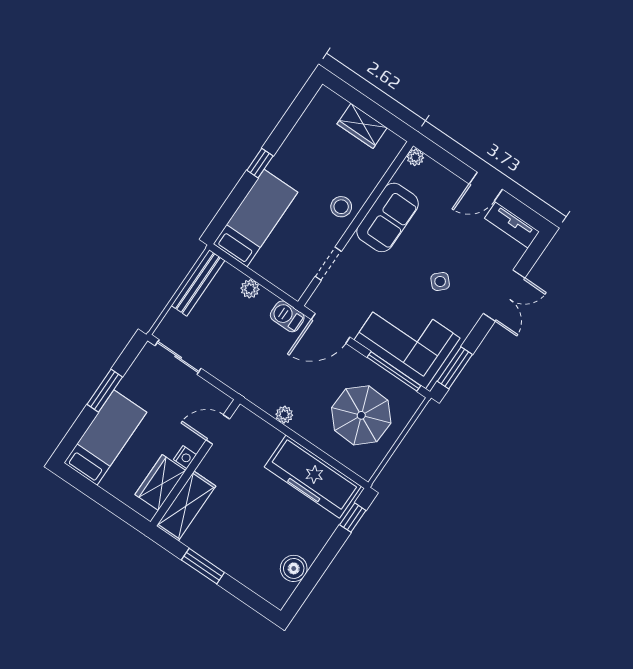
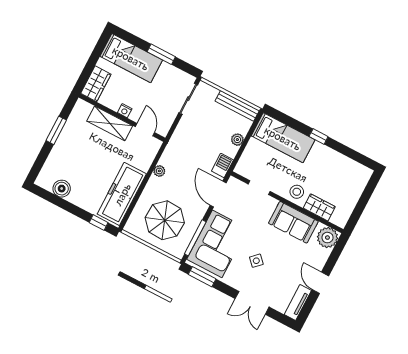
wardrobe: (362, 126) -> (319, 207), moved, turned 90
plant: (415, 157) -> (327, 238), width x1.88, depth x1.88
wardrobe: (160, 483) -> (96, 84), moved, turned 90
shelving: (186, 506) -> (110, 123), moved

